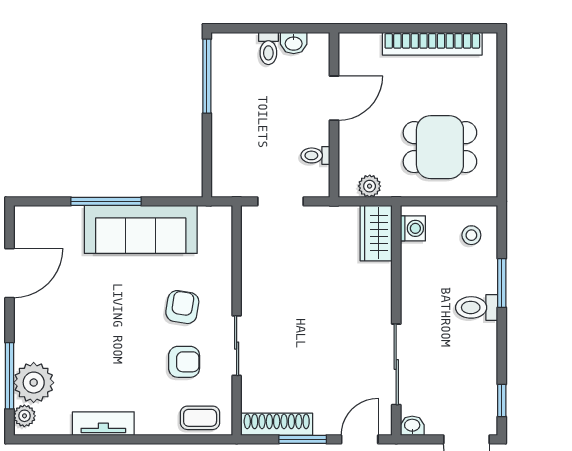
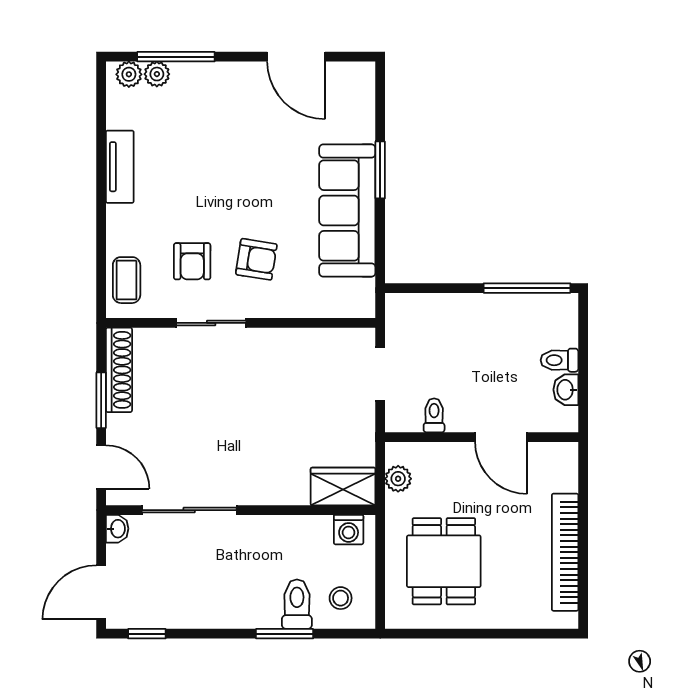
window: (106, 201) -> (380, 170), width x0.69
toilet: (477, 307) -> (297, 604), moved
plant: (34, 383) -> (157, 74), width x0.53, depth x0.53

